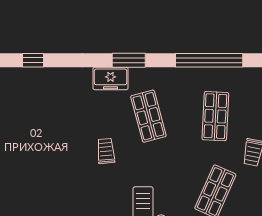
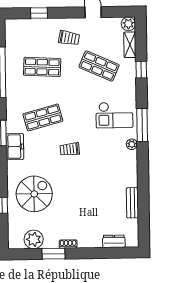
spiral stairs: (47, 103) -> (34, 194), added

